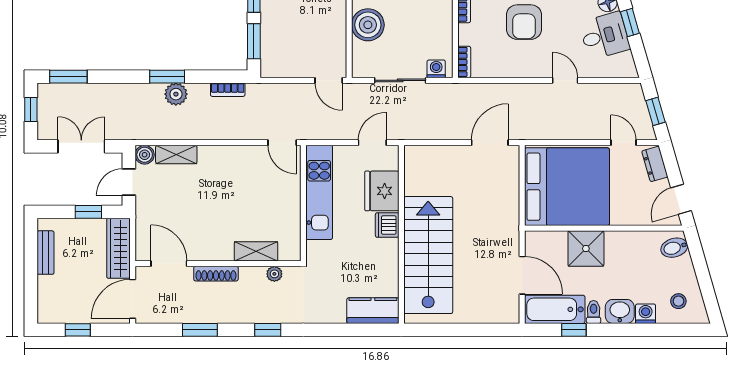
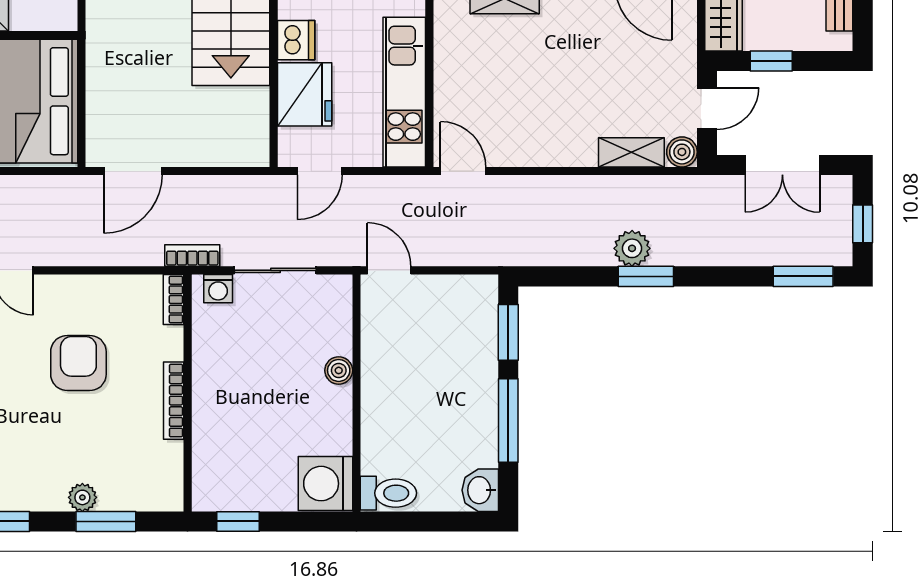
boiler: (368, 25) -> (339, 370), width x0.54, depth x0.54
bookcase: (228, 90) -> (192, 255), moved

